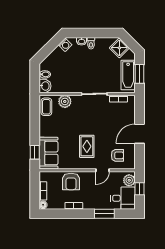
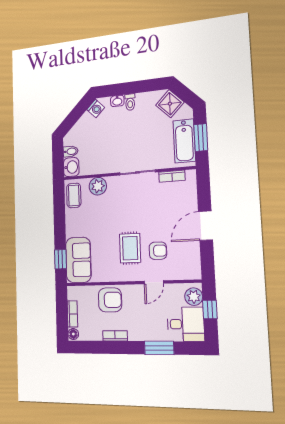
armchair: (117, 155) -> (158, 251), moved
armchair: (71, 181) -> (110, 300), turned -90

